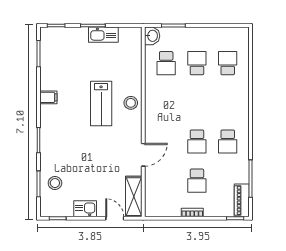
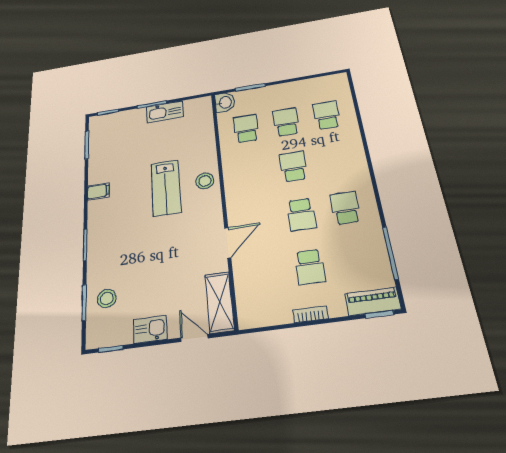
school desk: (166, 63) -> (246, 128), turned 180
school desk: (197, 102) -> (293, 166), added
school desk: (228, 141) -> (345, 208), turned 180
piano: (242, 200) -> (373, 301), moved, turned 90

